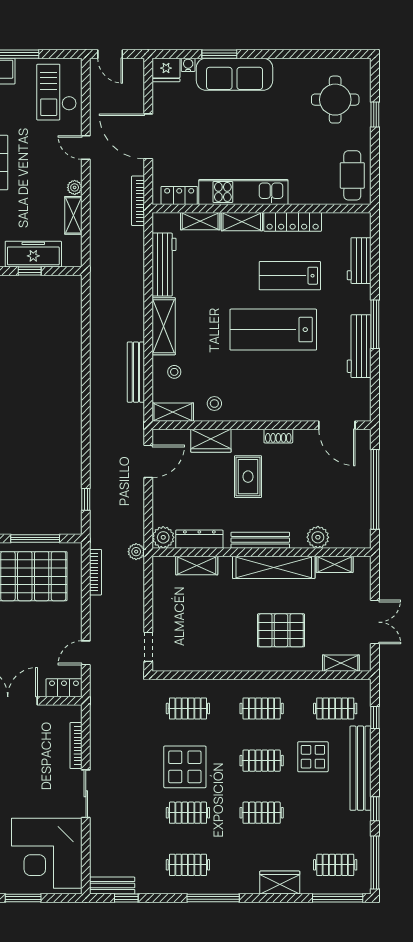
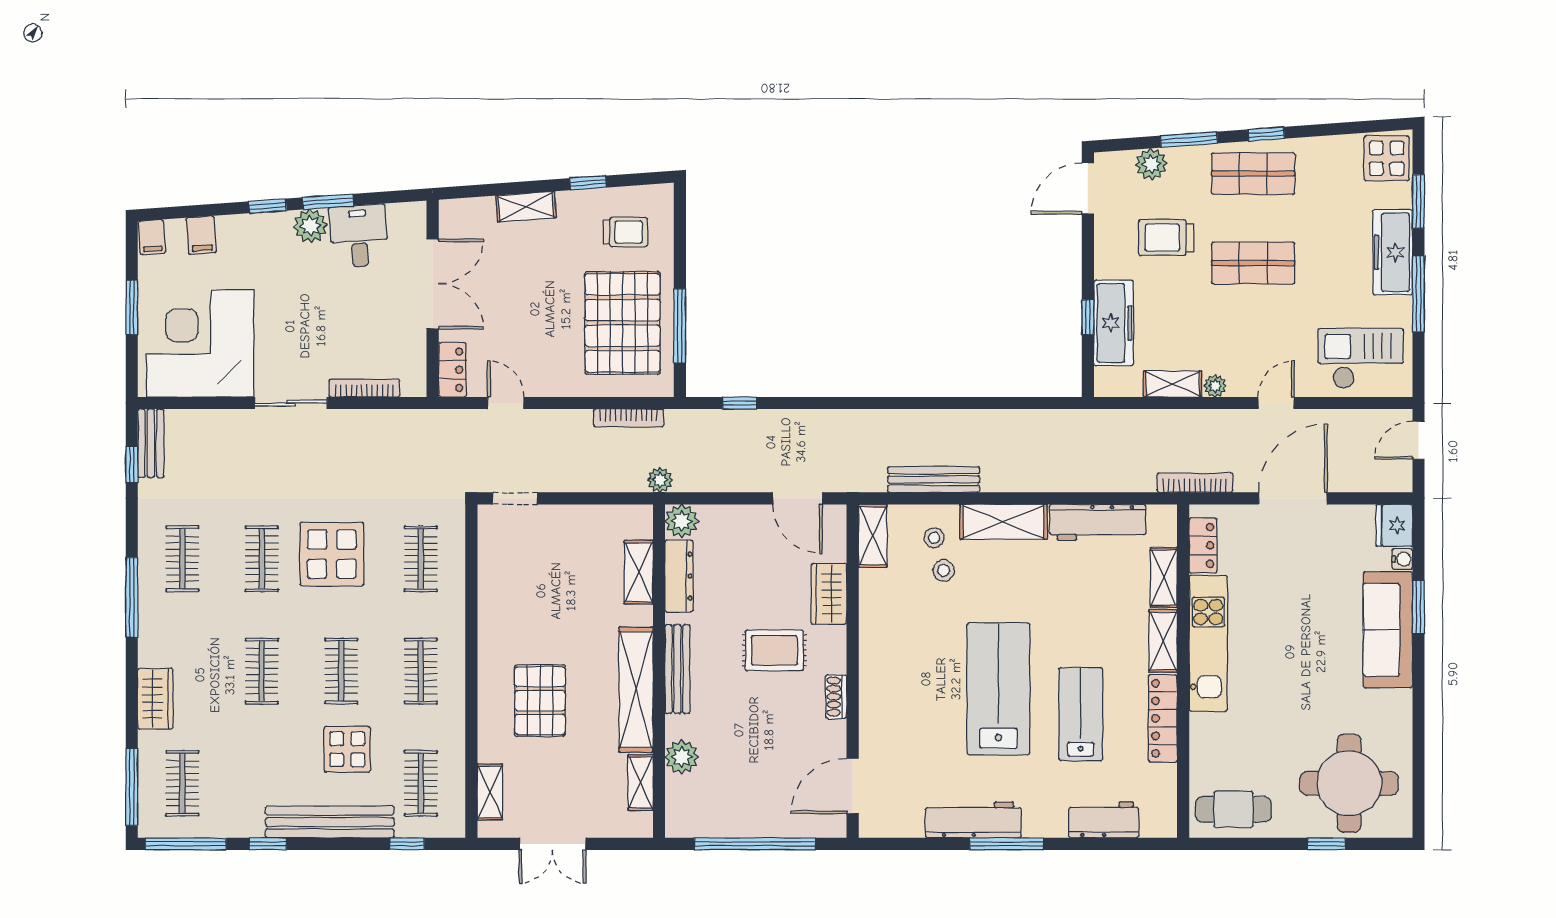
round table: (335, 100) -> (1349, 783), width x1.36, depth x1.36
stool: (214, 404) -> (944, 570), moved

